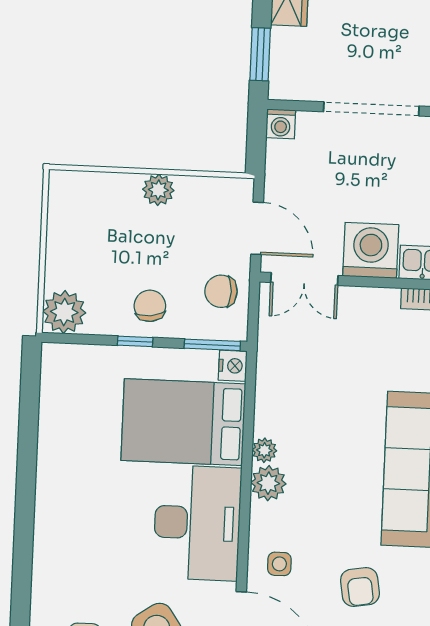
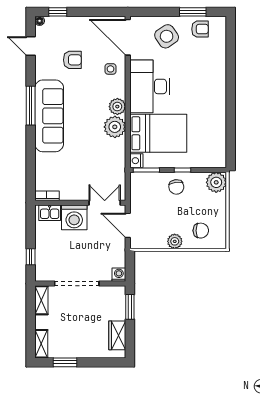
chair: (221, 291) -> (201, 231), moved
plant: (264, 450) -> (115, 127), width x1.88, depth x1.88
armchair: (360, 587) -> (72, 60), turned 99

